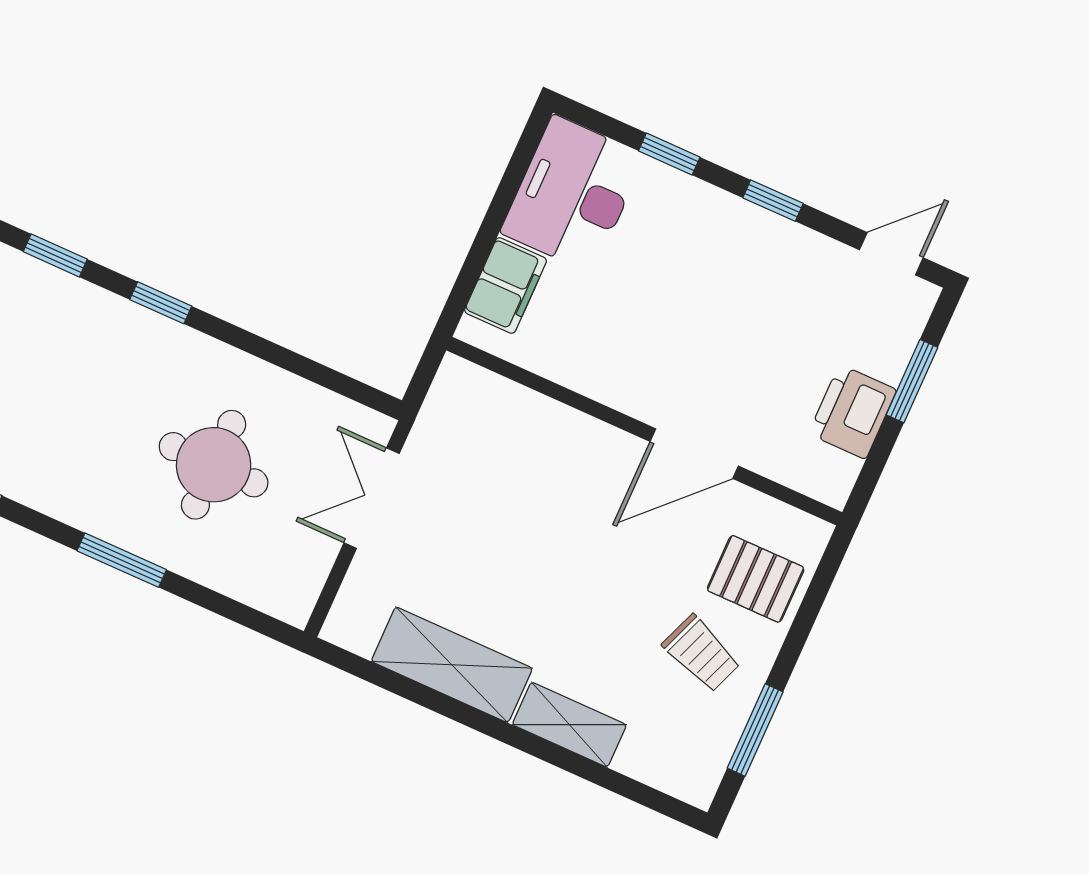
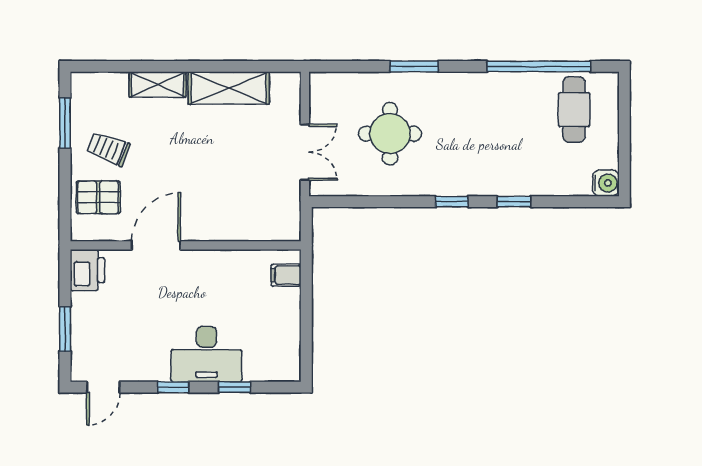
desk: (573, 194) -> (207, 354), moved, turned 90
filing cabinet: (506, 286) -> (286, 275), width x0.50
printer: (853, 412) -> (87, 270), moved

